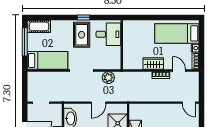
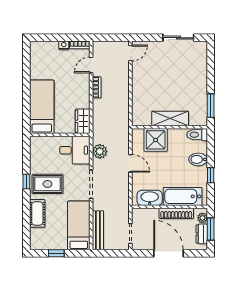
cot: (39, 26) -> (37, 213), moved
bed: (177, 33) -> (42, 107), moved, turned 180
desk: (108, 34) -> (75, 150), moved, turned 90
window: (25, 42) -> (56, 253), width x0.46
wardrobe: (153, 64) -> (83, 121), moved
bench: (44, 76) -> (98, 230), added

